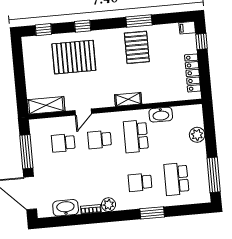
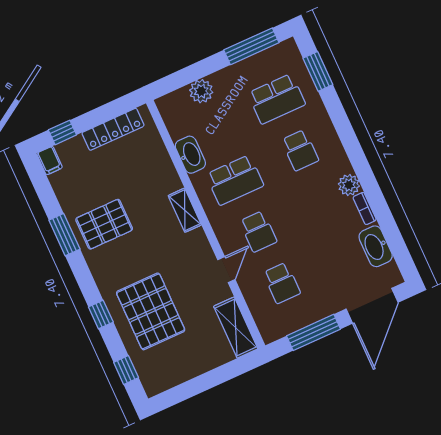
door: (83, 112) -> (226, 270), hinge flipped
window: (152, 213) -> (318, 71), moved

